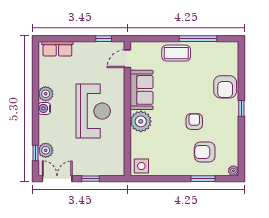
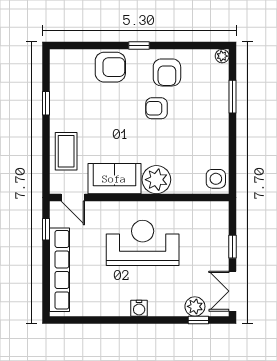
window: (198, 39) -> (46, 103), width x0.46
row of seats: (57, 49) -> (60, 270), width x2.02
coffee table: (176, 53) -> (66, 151), moved
plant: (46, 94) -> (120, 306), removed
armchair: (205, 152) -> (167, 72), moved

